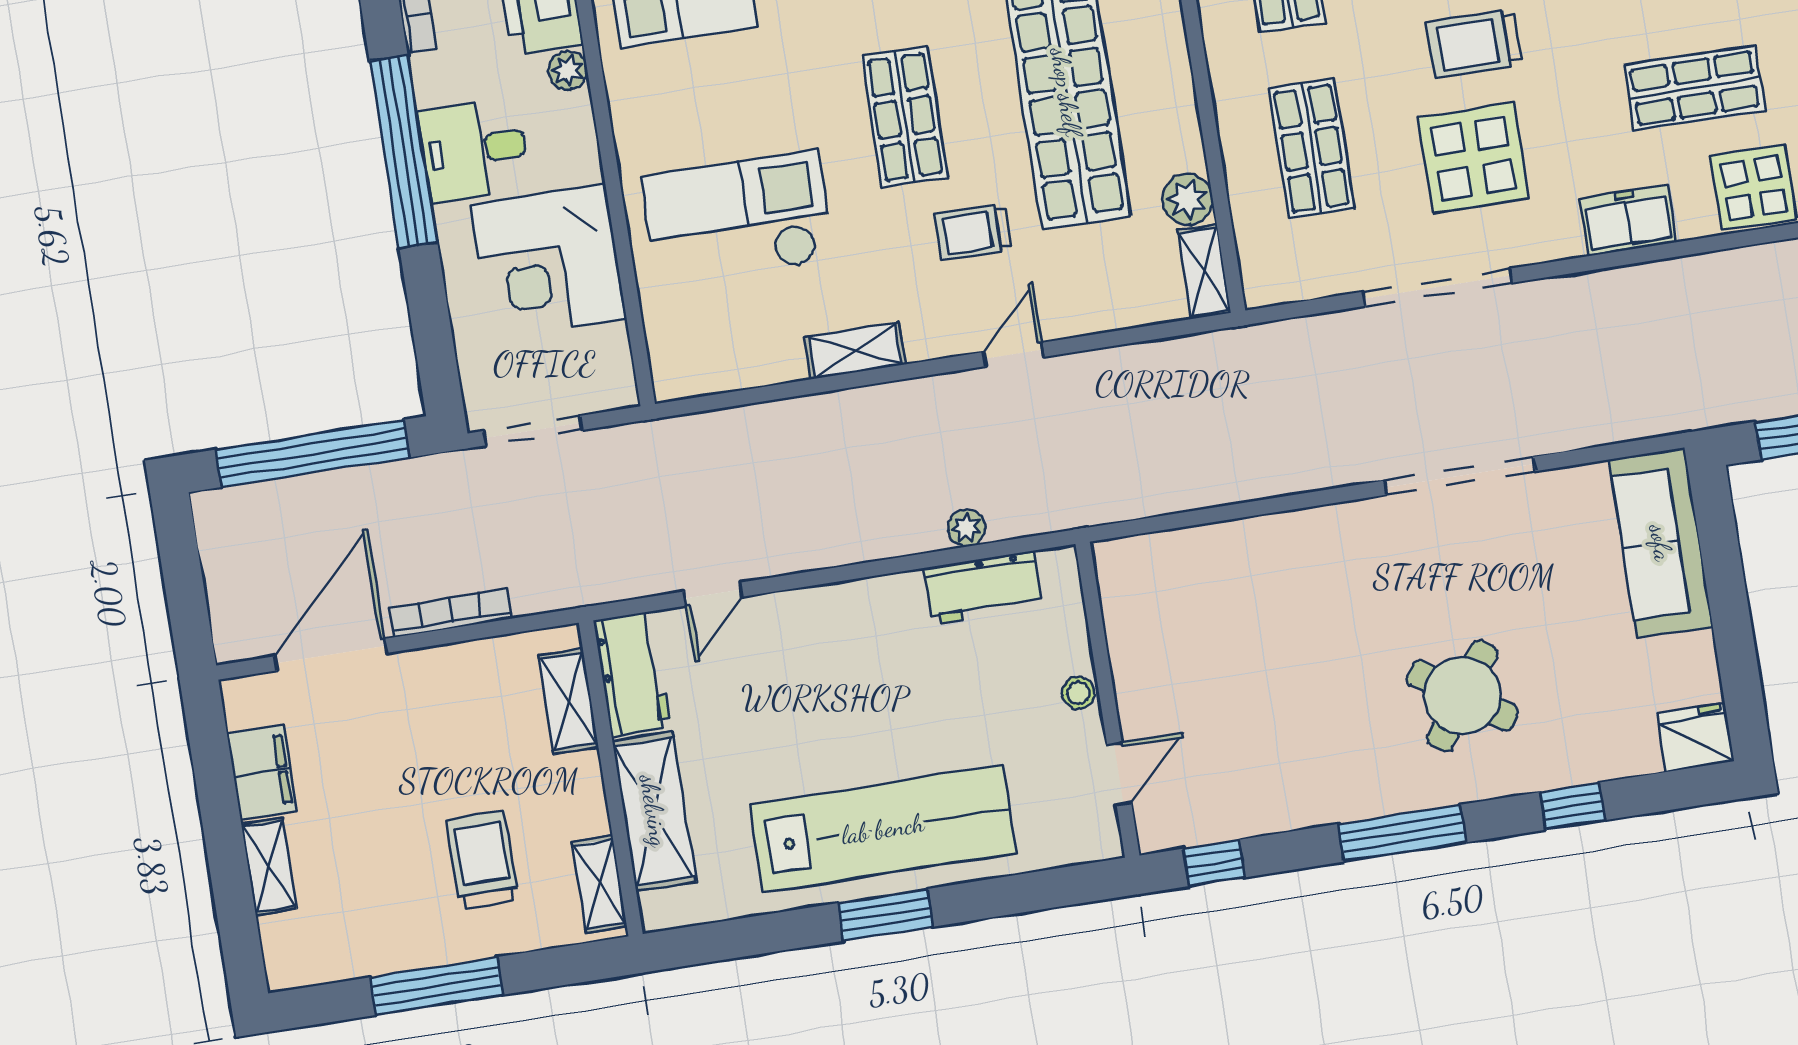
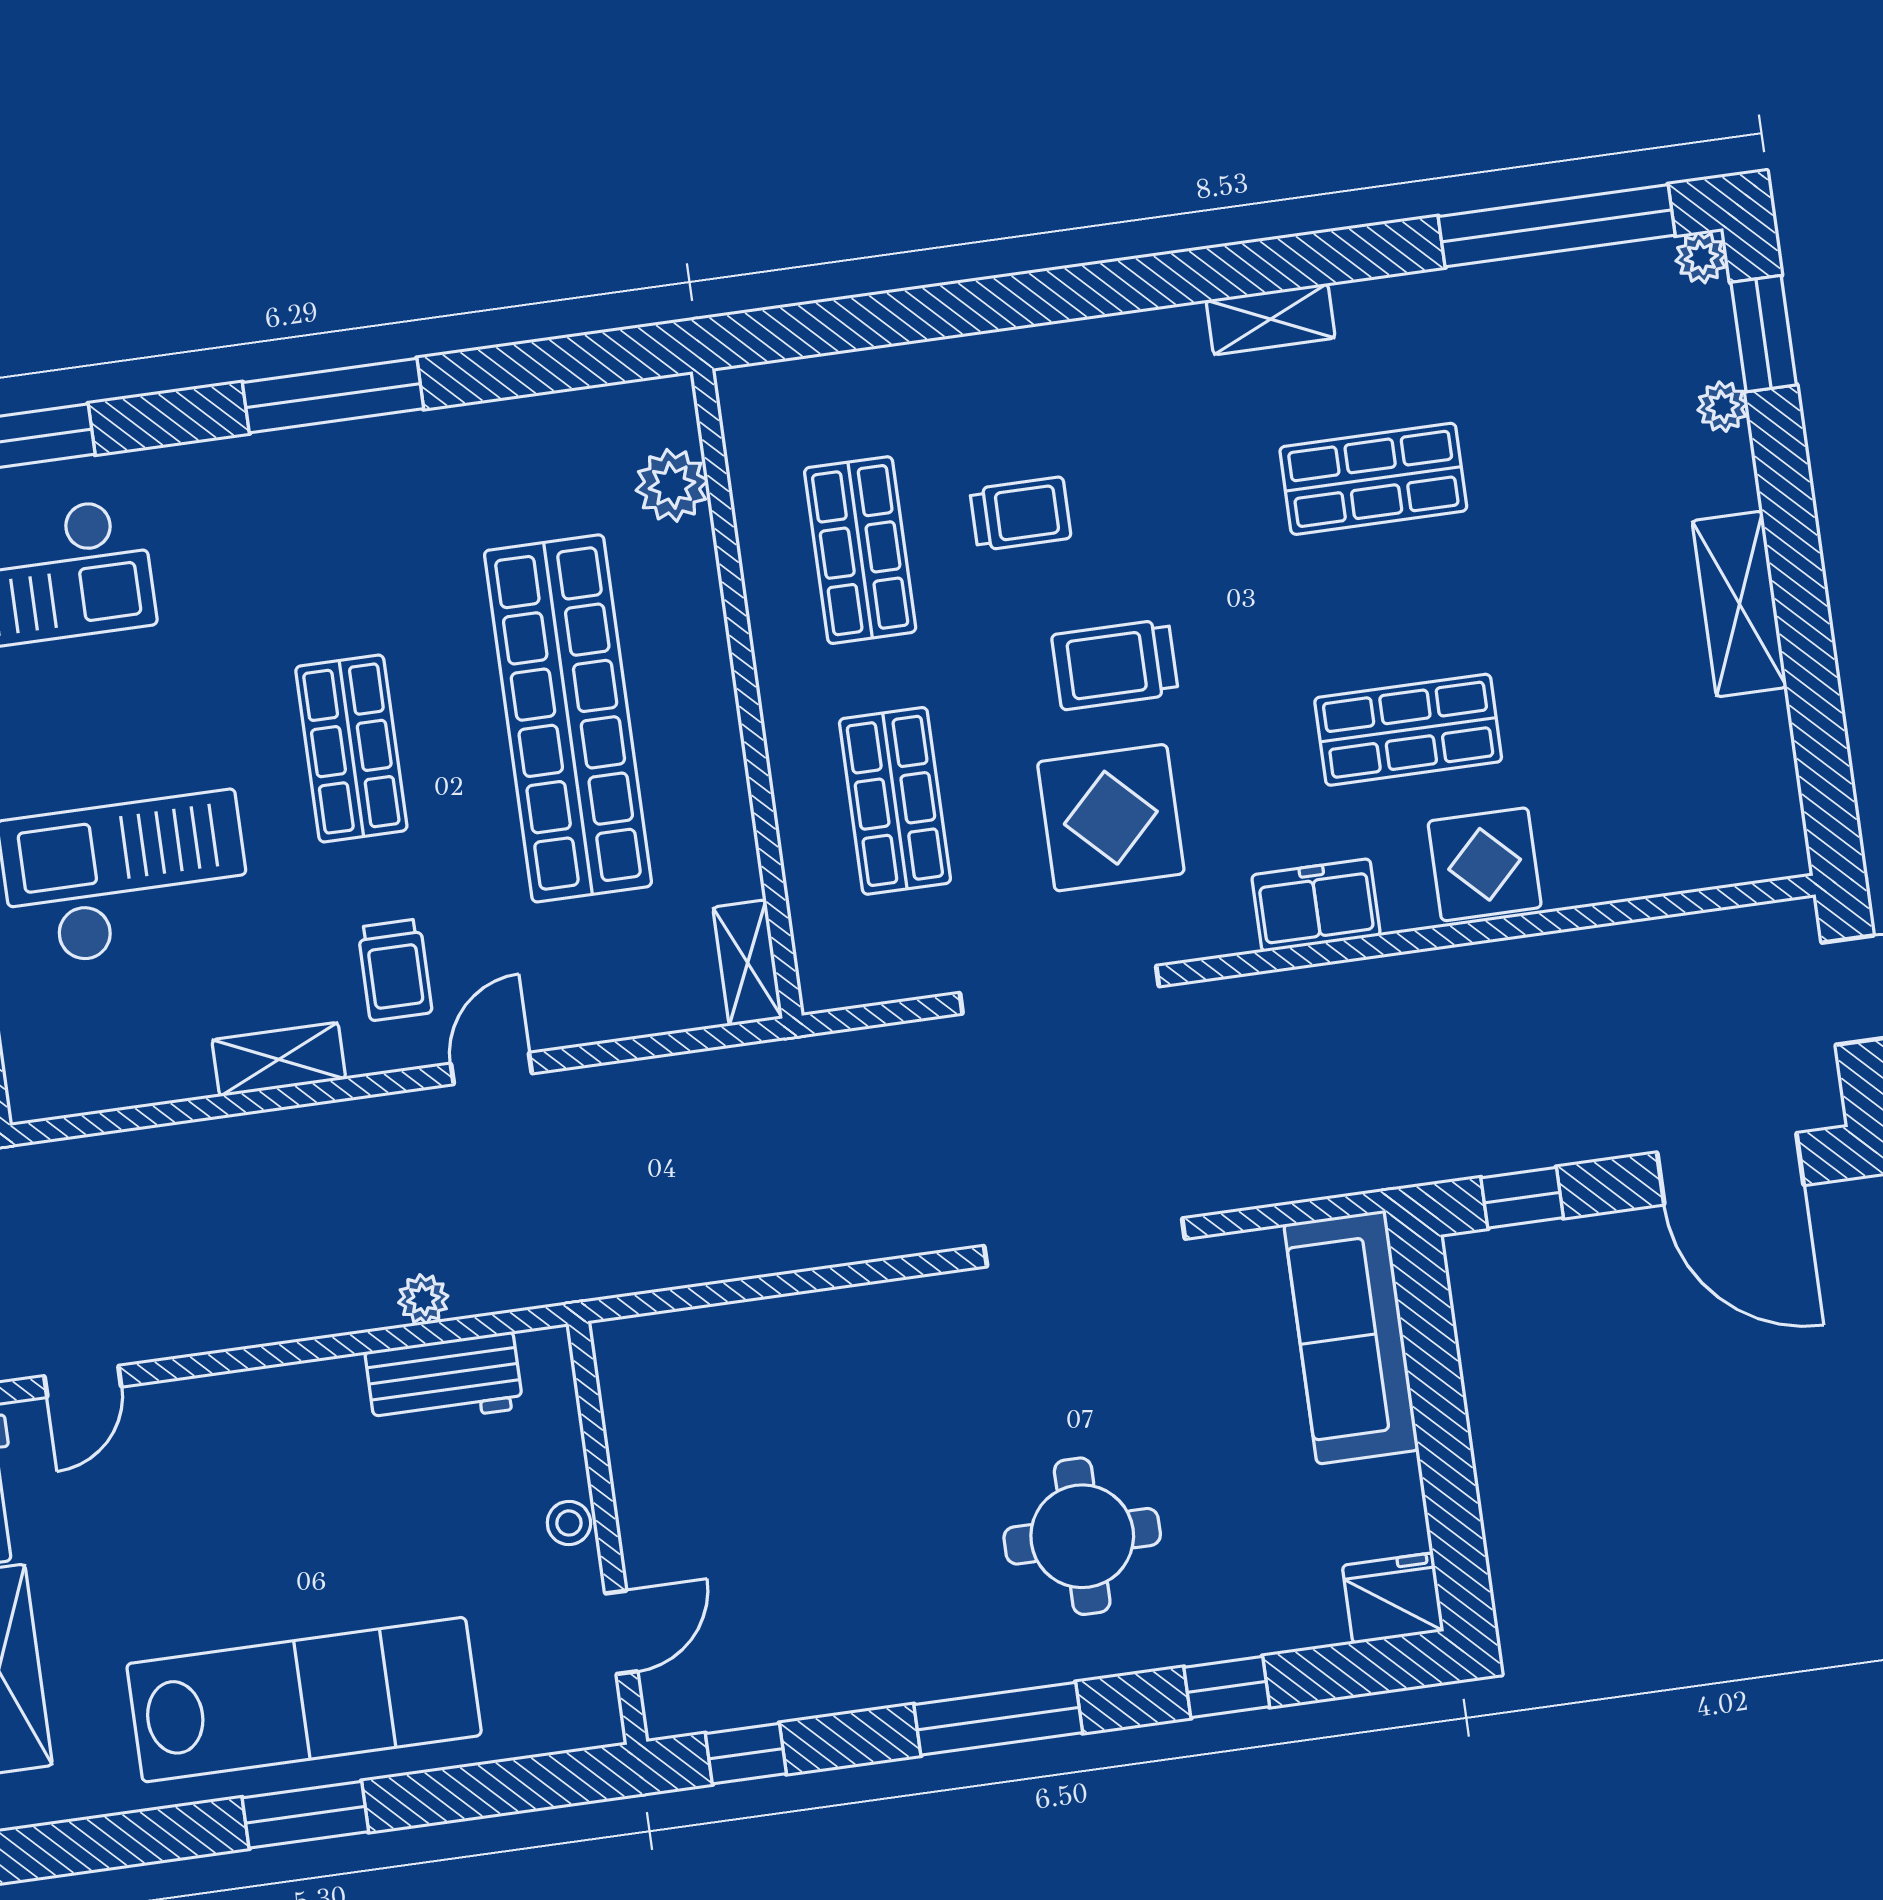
plant: (1187, 199) -> (727, 866), removed
trolley: (973, 232) -> (395, 970), moved, turned -90
round table: (1462, 696) -> (1082, 1536), turned -35

